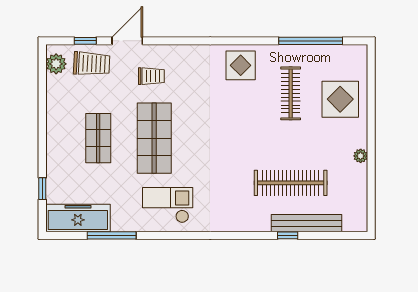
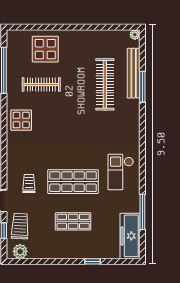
plant: (361, 156) -> (135, 35), moved
window: (42, 189) -> (93, 261), moved
window: (288, 235) -> (142, 87), width x2.17

